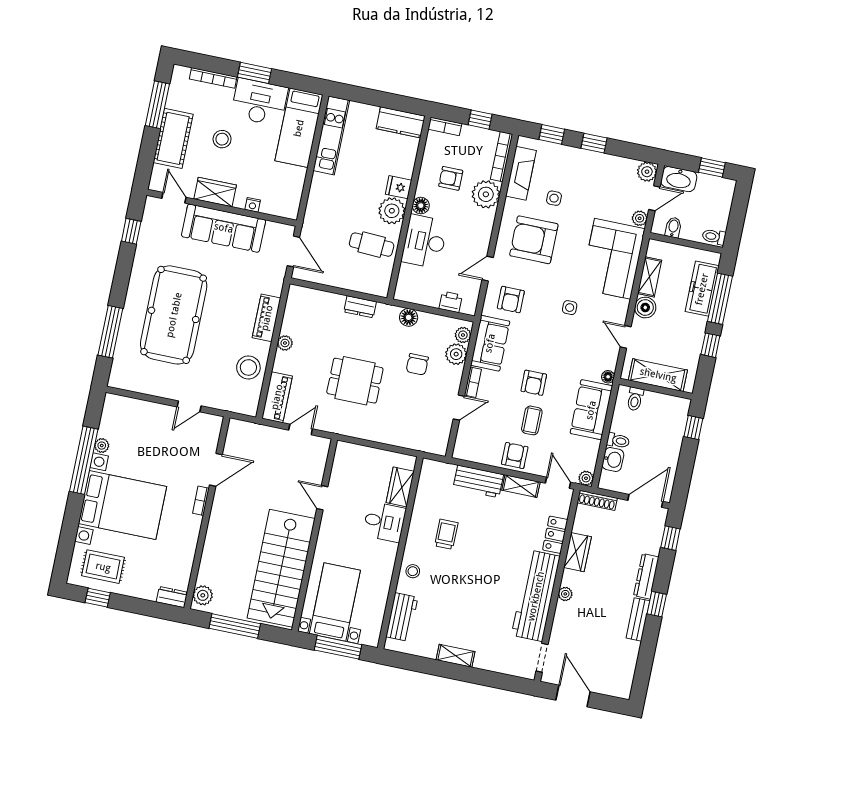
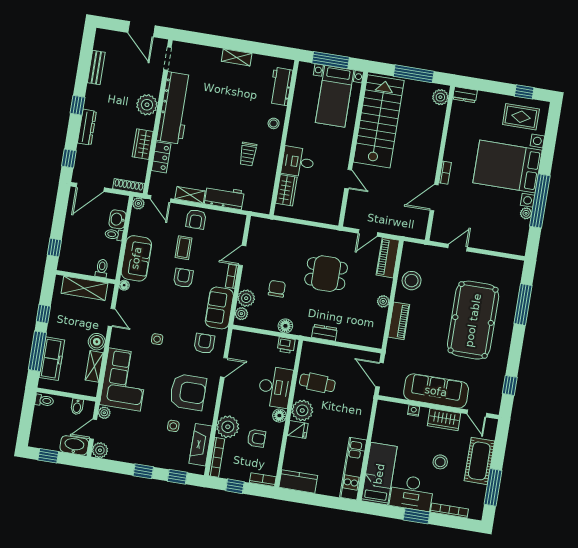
printer: (451, 302) -> (286, 345), moved
plant: (565, 594) -> (147, 105), width x1.87, depth x1.87
bench: (638, 619) -> (96, 67), moved

